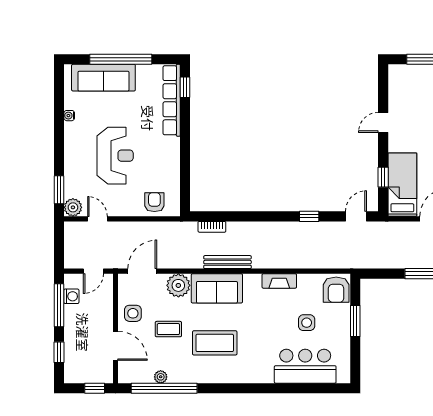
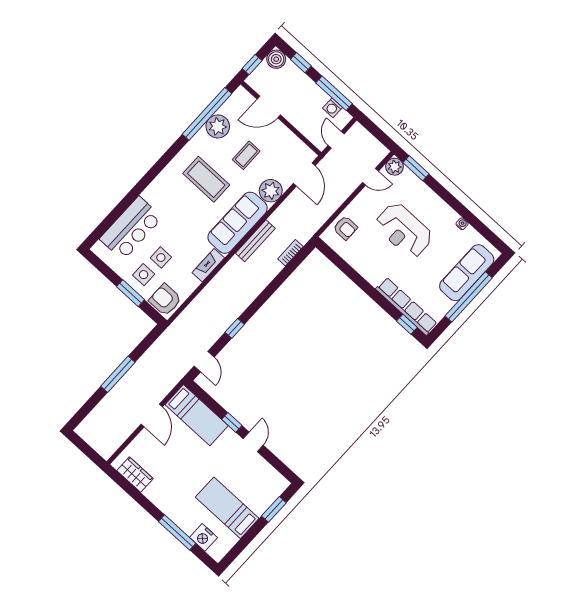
window: (383, 177) -> (232, 422), moved
sofa: (217, 288) -> (238, 223), width x1.36
side table: (133, 313) -> (144, 275), moved
coffee table: (215, 343) -> (206, 179), turned 90
boiler: (74, 374) -> (276, 59), added
plant: (161, 377) -> (218, 126), width x1.88, depth x1.88

